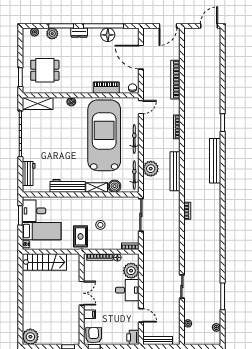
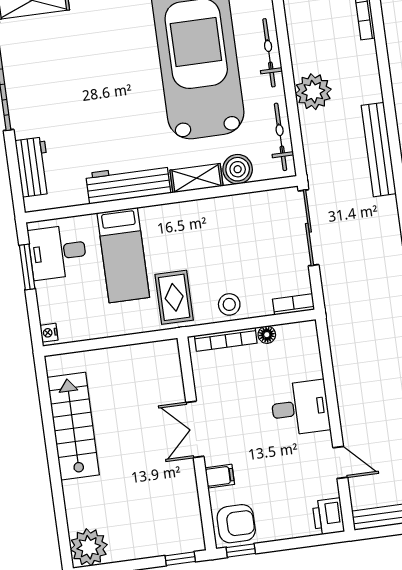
plant: (151, 169) -> (313, 92), moved
bench: (175, 171) -> (379, 150), moved
stool: (100, 225) -> (229, 304), moved
bed: (42, 231) -> (123, 255), moved, turned 90
stairs: (44, 262) -> (73, 426), moved, turned -90
plant: (131, 271) -> (303, 361), removed
double door: (82, 293) -> (195, 429), swing flipped
armchair: (94, 335) -> (236, 524), turned 91

